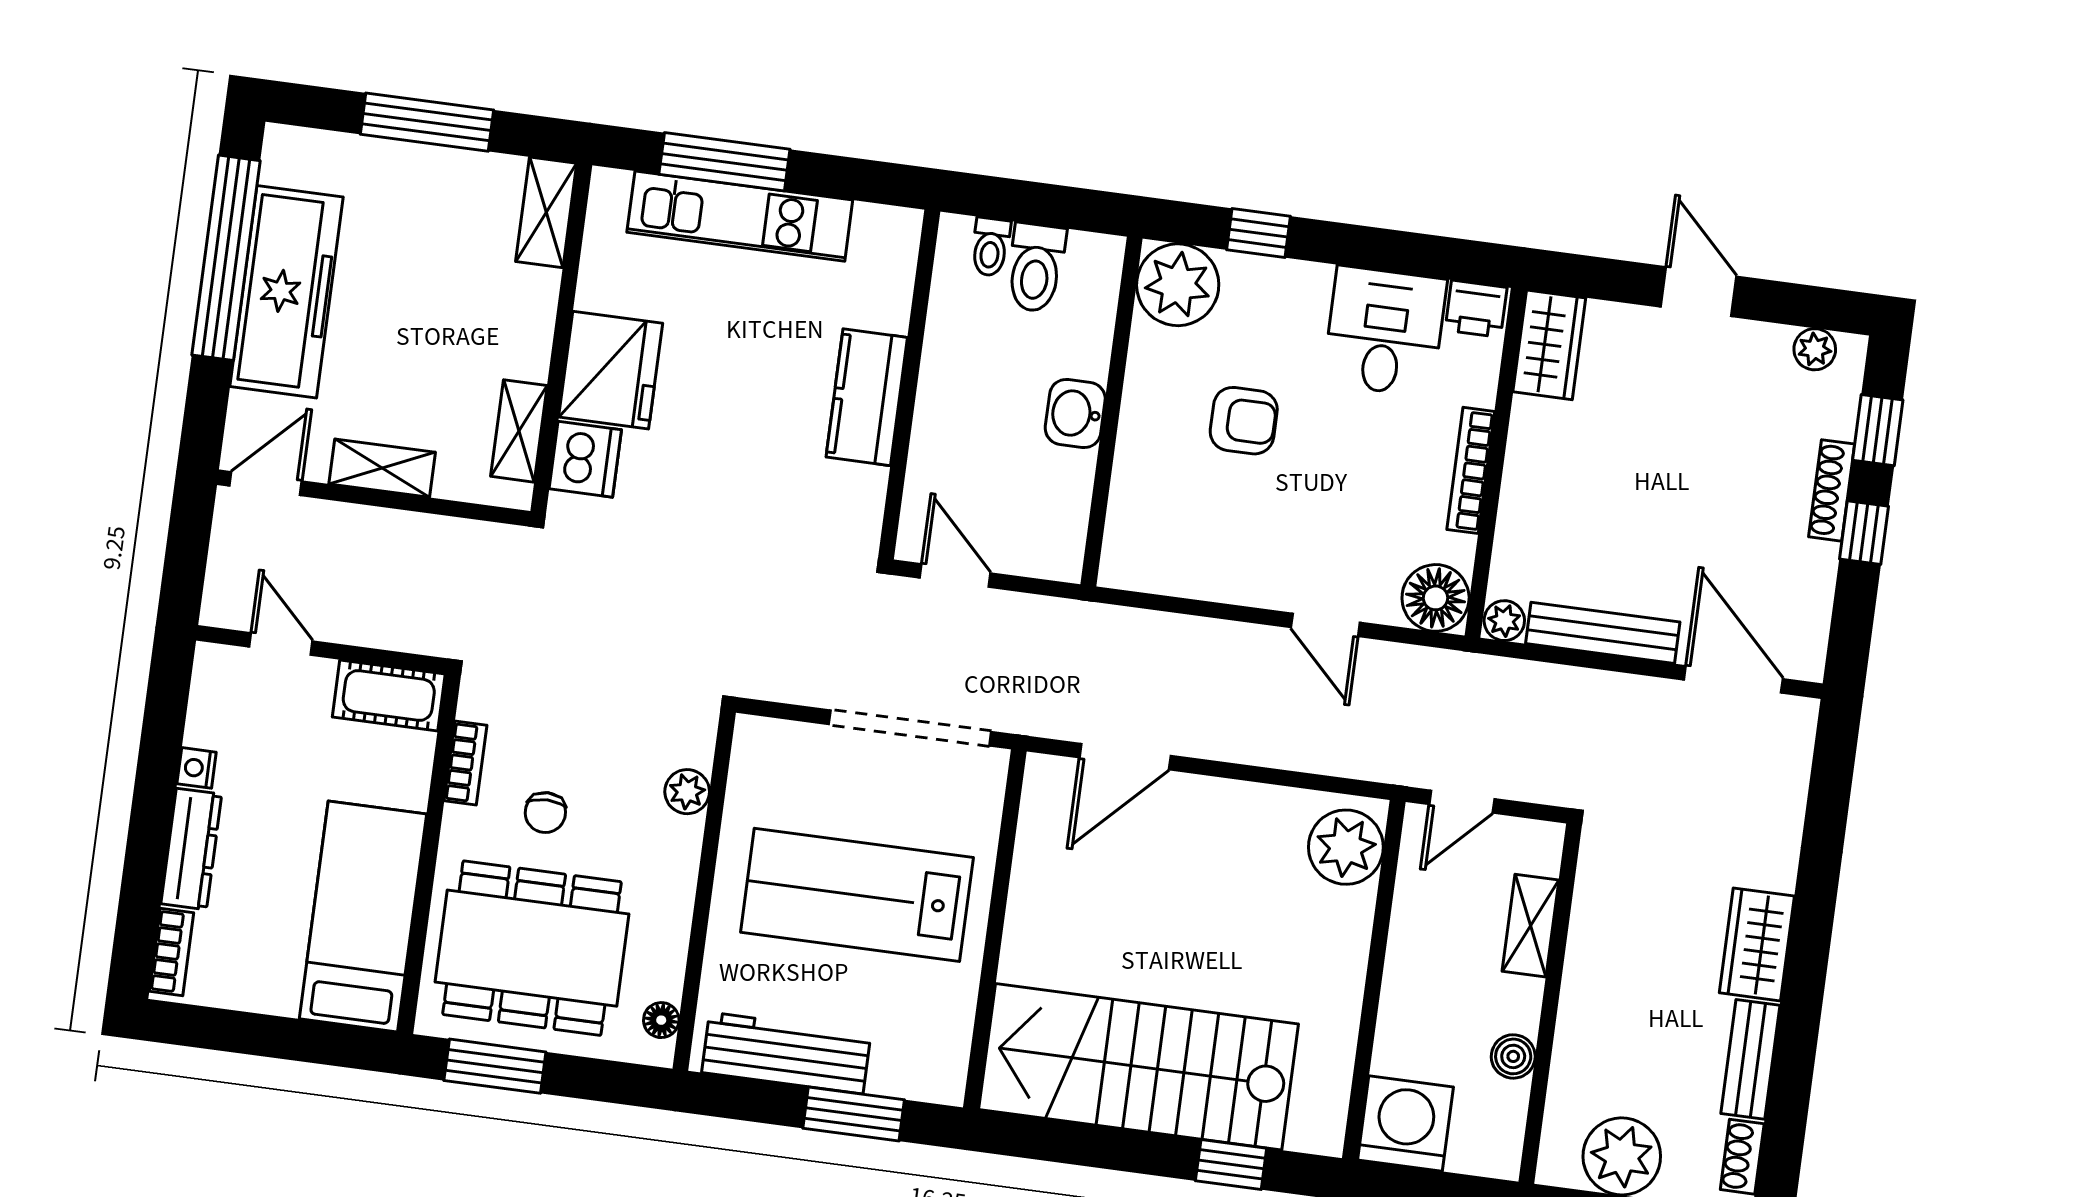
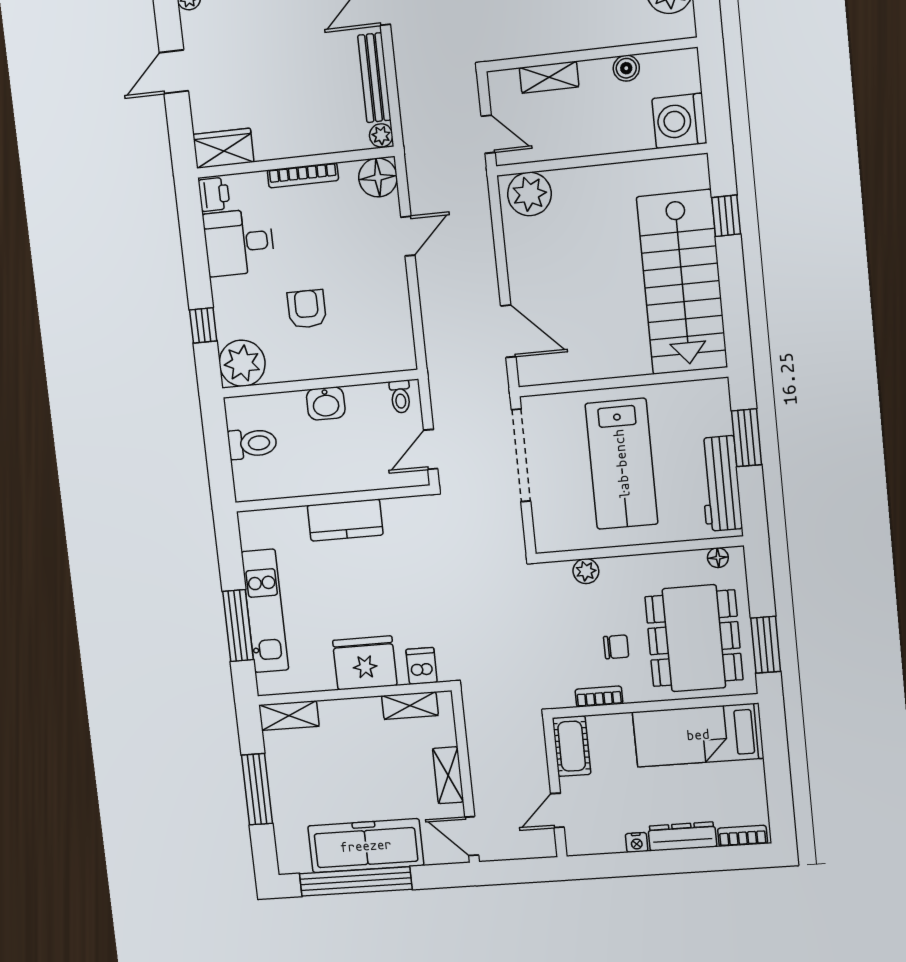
toilet: (991, 247) -> (400, 397), moved, turned 90
dishwasher: (585, 459) -> (422, 666), width x0.73

